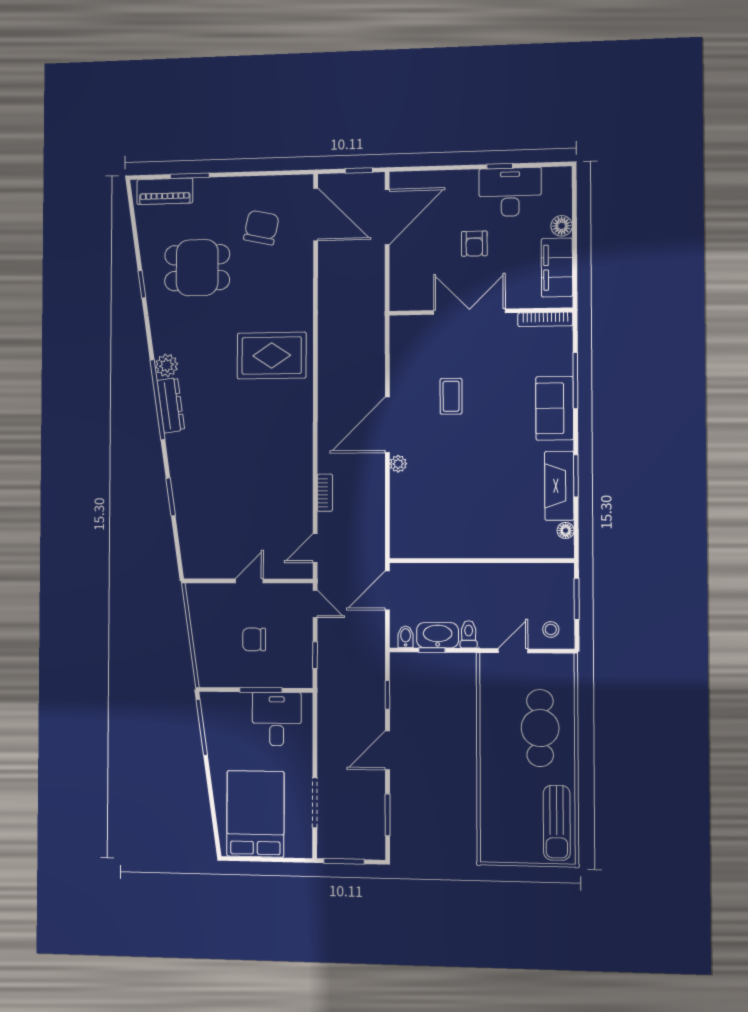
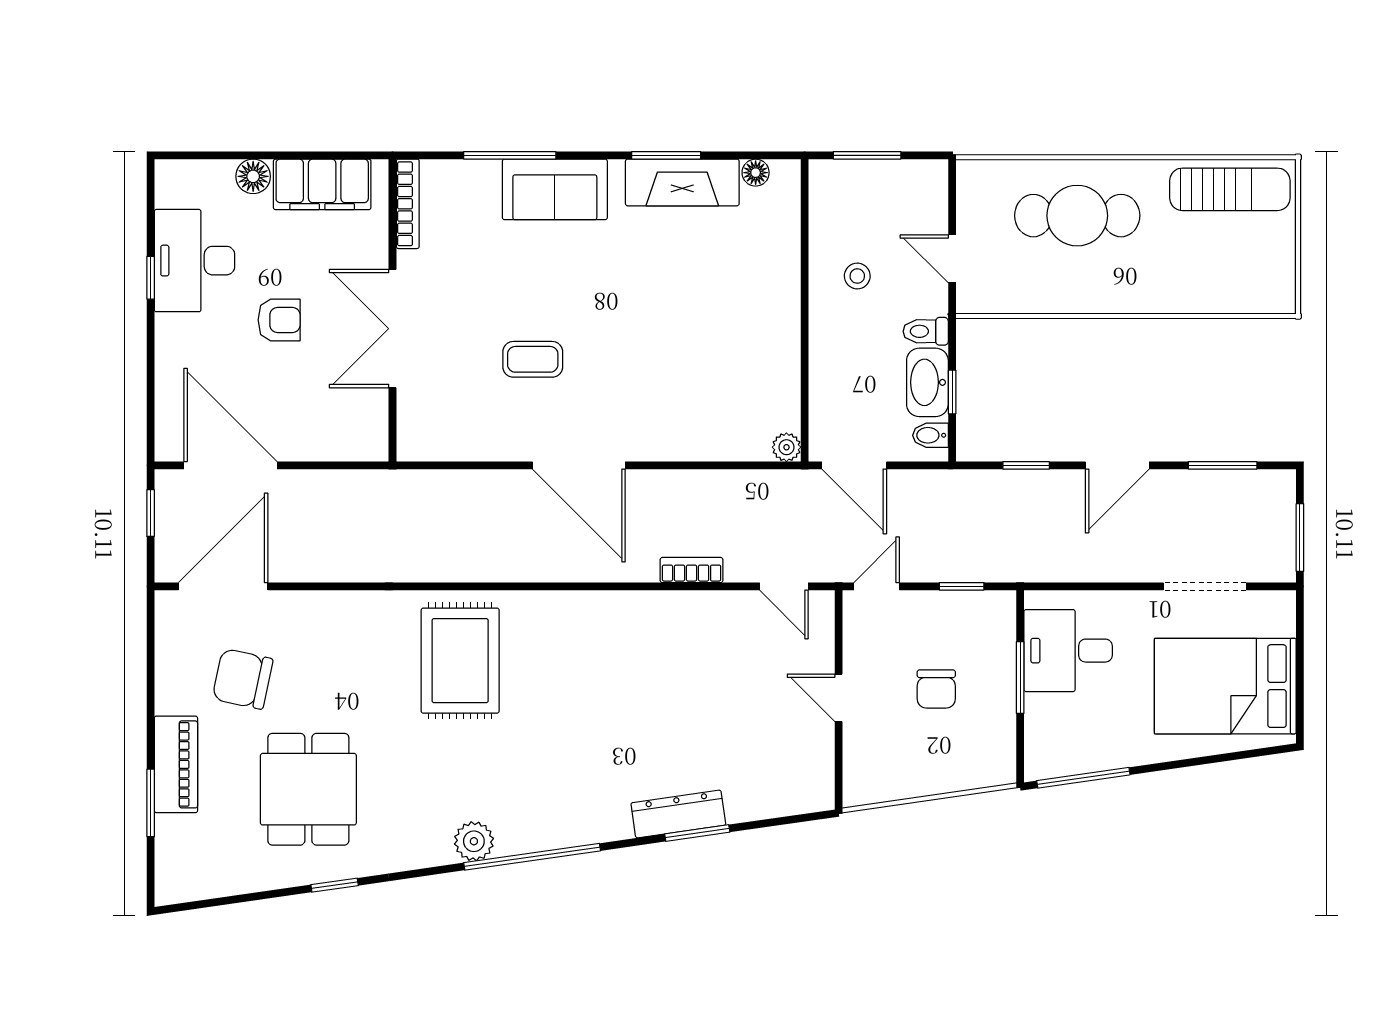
piano: (165, 191) -> (176, 764), moved
dresser: (171, 405) -> (678, 814), moved
plant: (398, 464) -> (786, 447), moved
stool: (551, 629) -> (857, 276), moved
door: (387, 750) -> (1117, 465), hinge flipped

